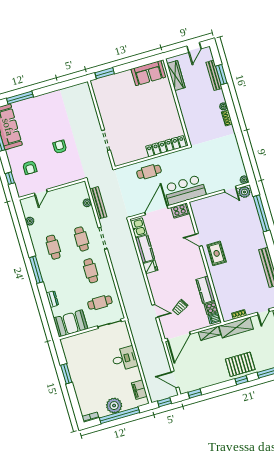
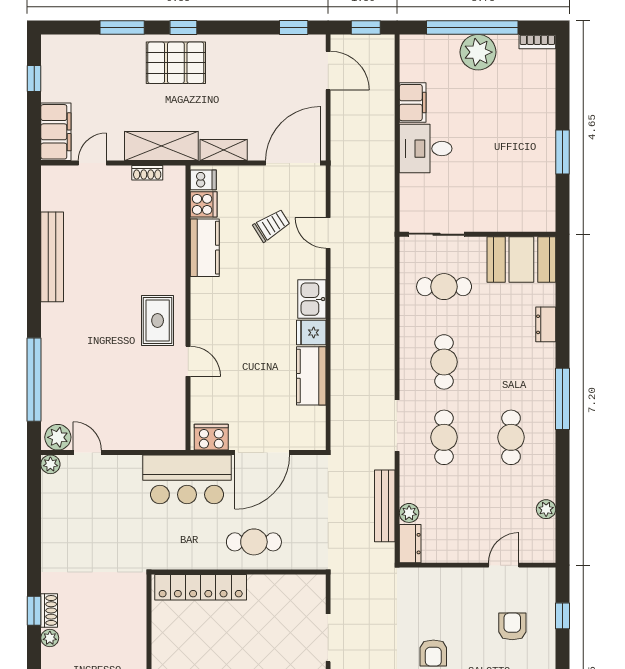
window: (233, 116) -> (34, 611), added
dresser: (83, 190) -> (410, 544), added
kitchen sink: (139, 228) -> (312, 299), moved
filing cabinet: (139, 390) -> (413, 103), moved

